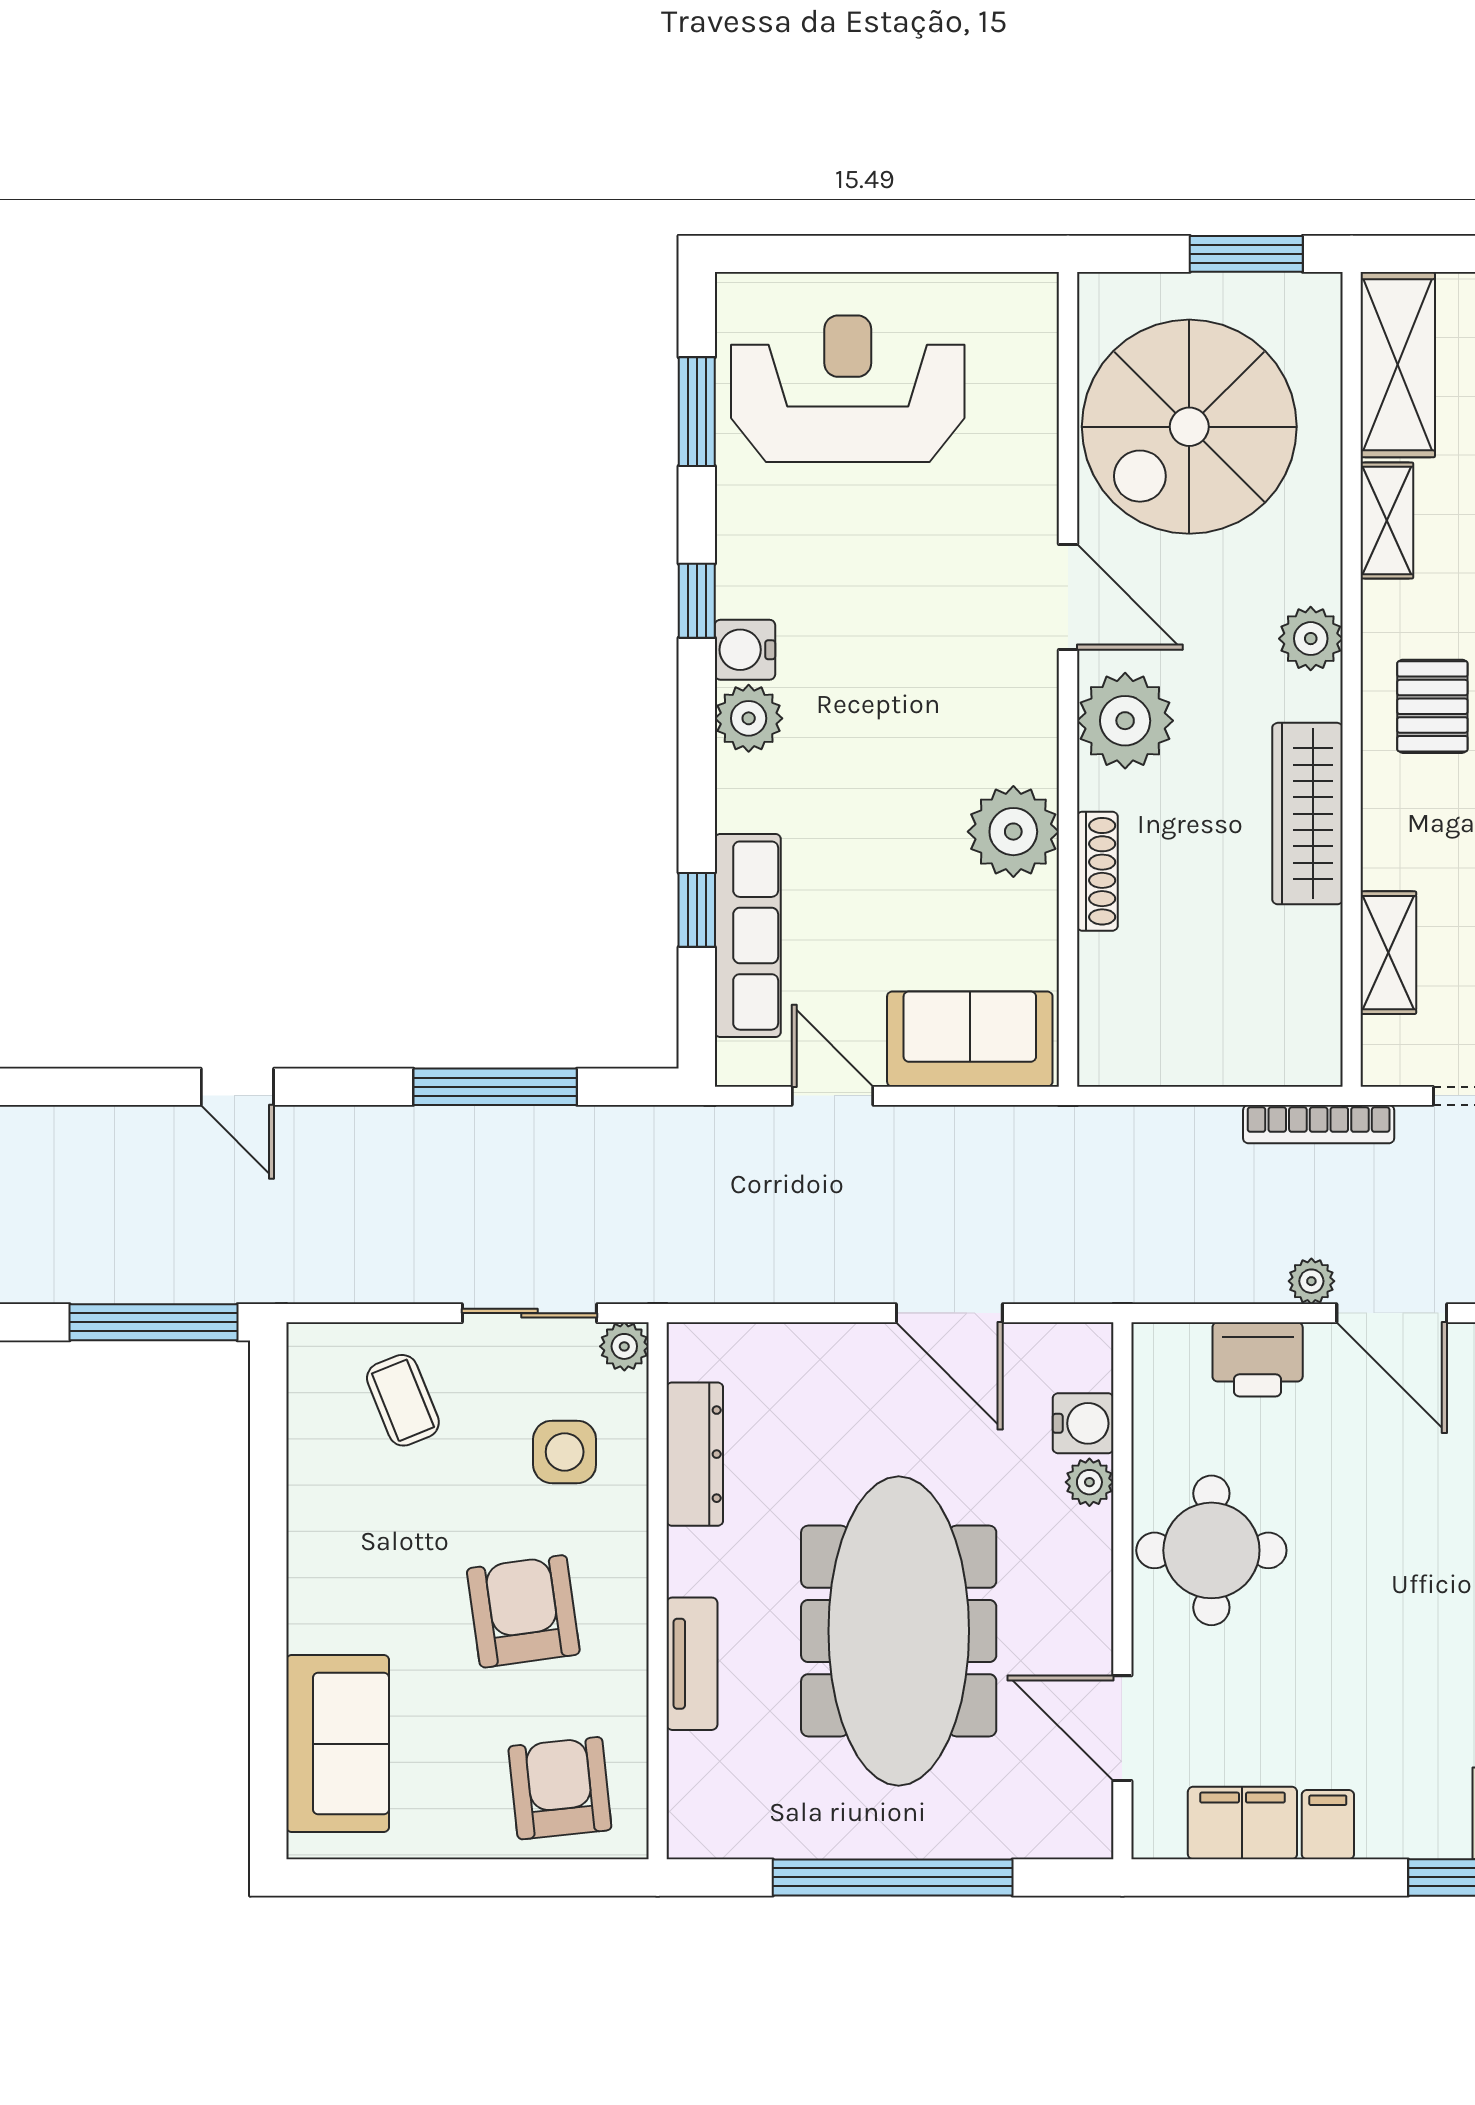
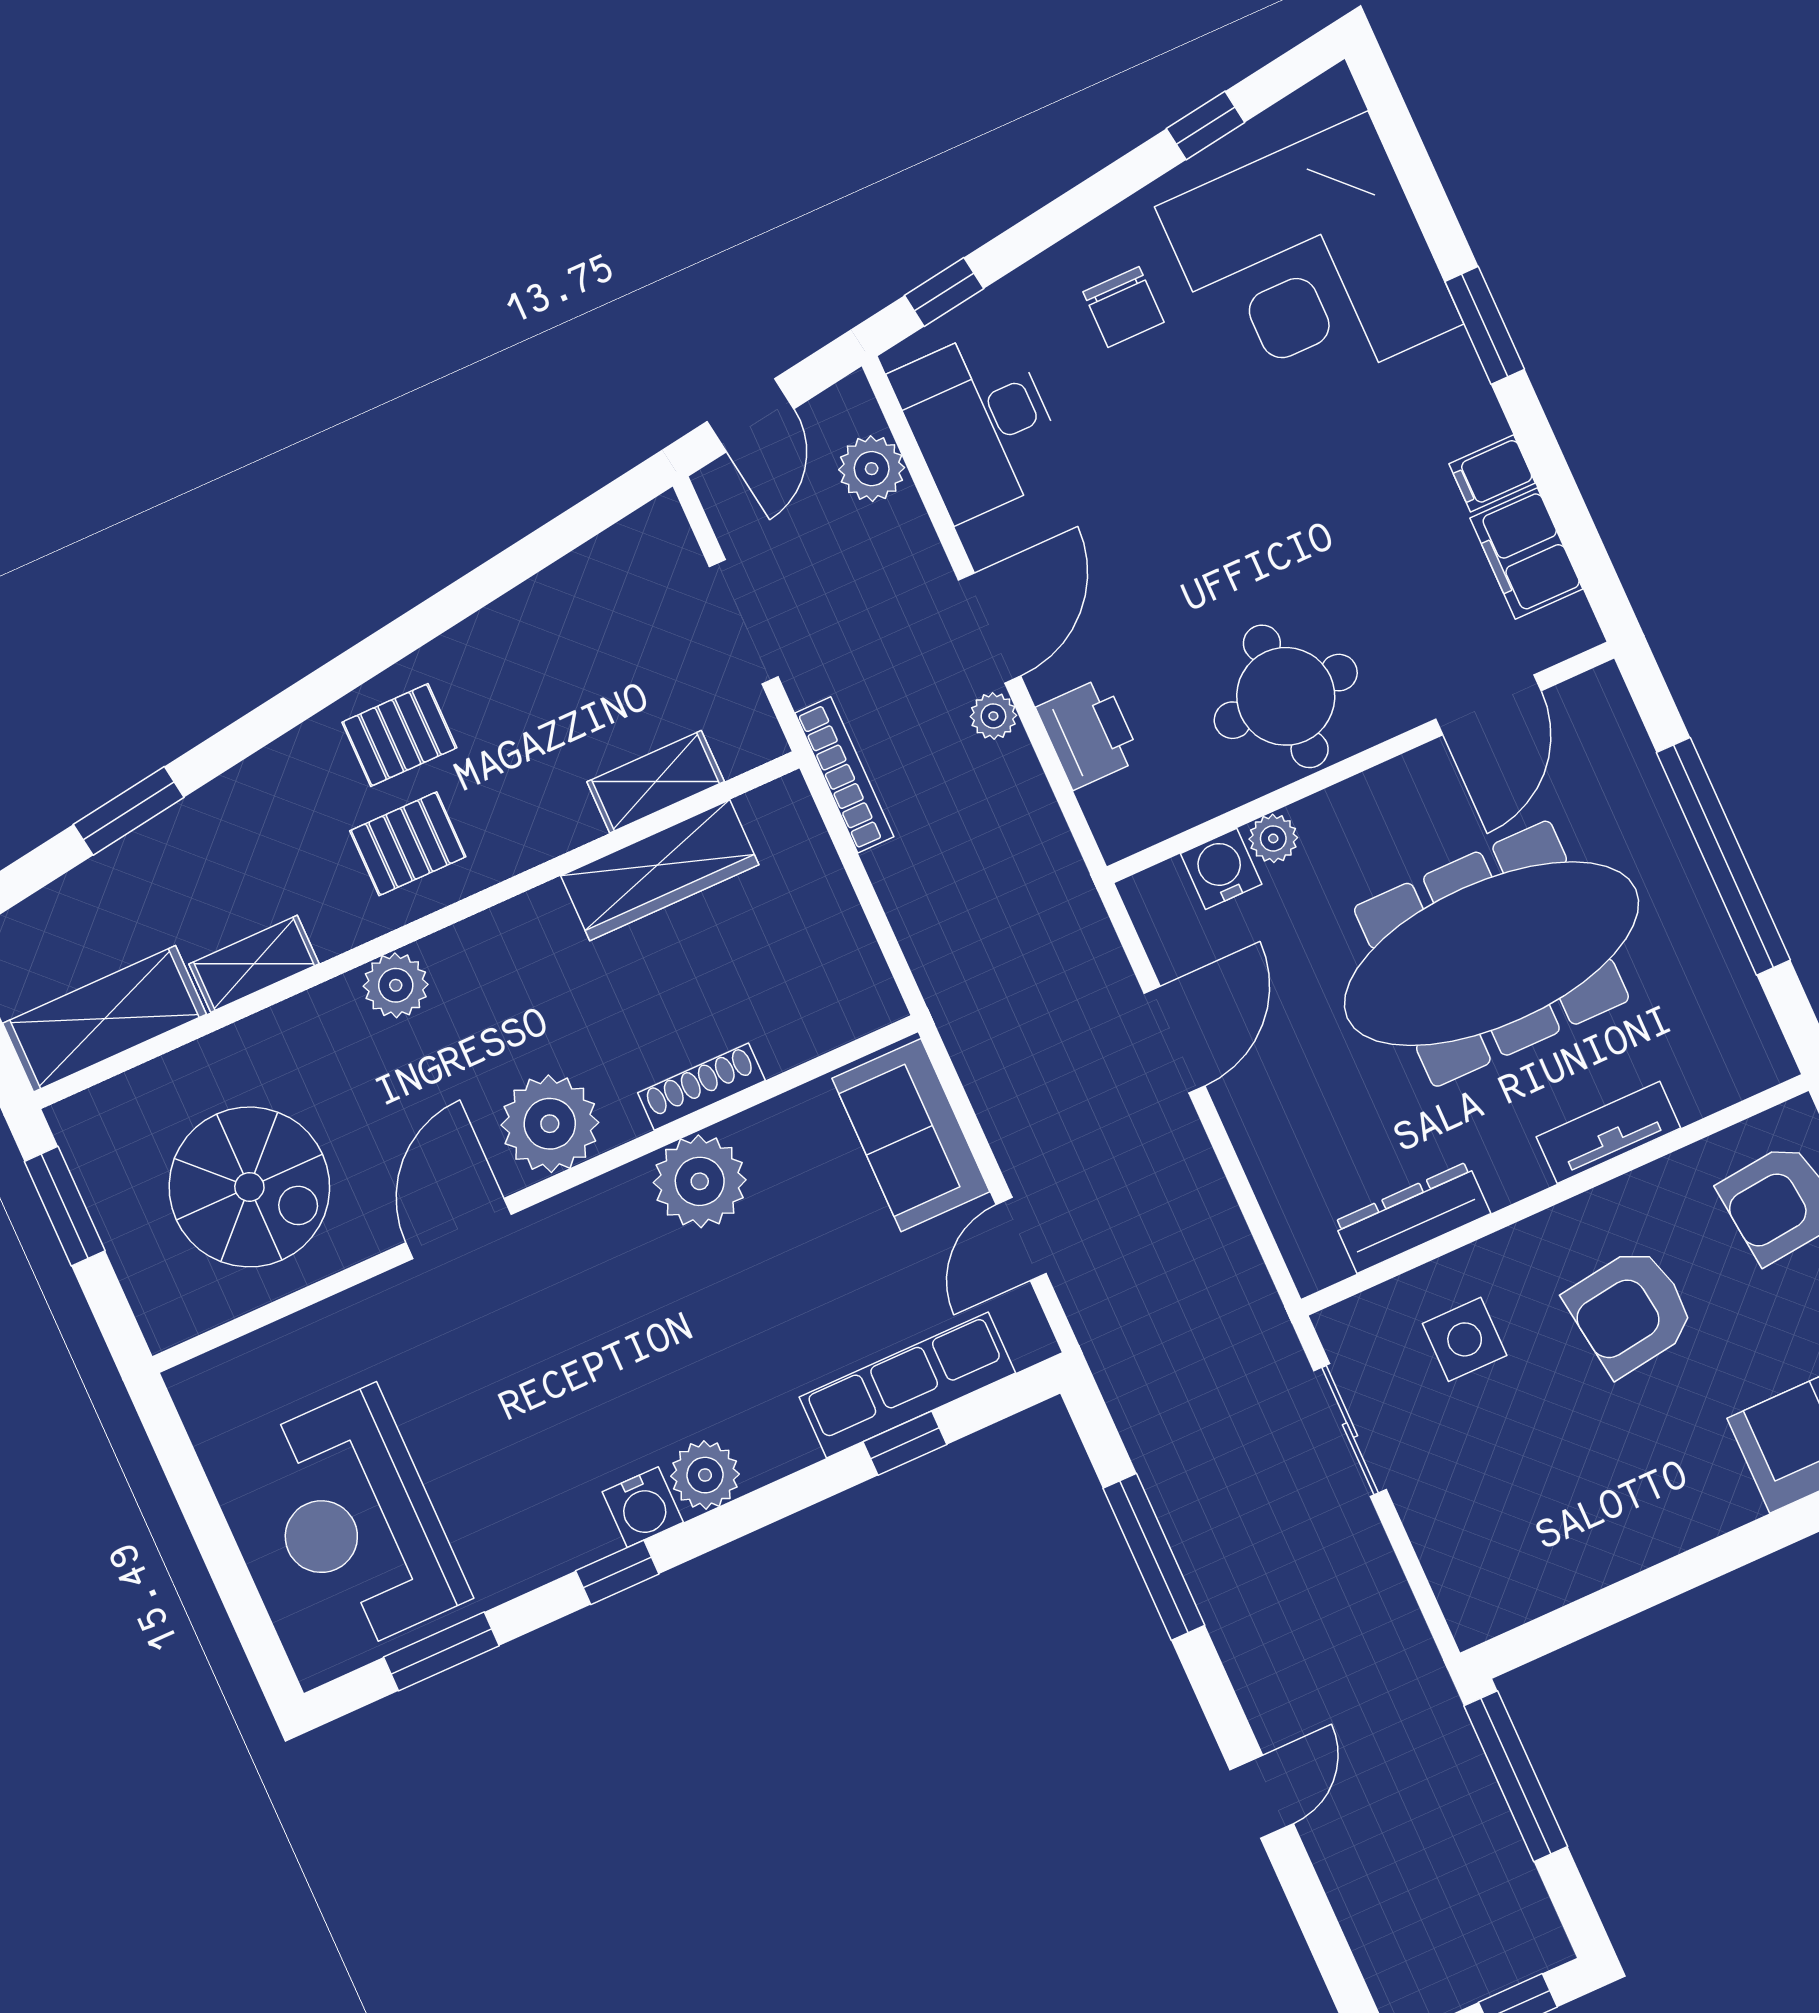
spiral stairs: (1189, 427) -> (249, 1187), width x0.73, depth x0.73
wardrobe: (1308, 814) -> (660, 870), moved
plant: (624, 1346) -> (1341, 1328), removed
coffee table: (403, 1400) -> (1484, 1512), removed

